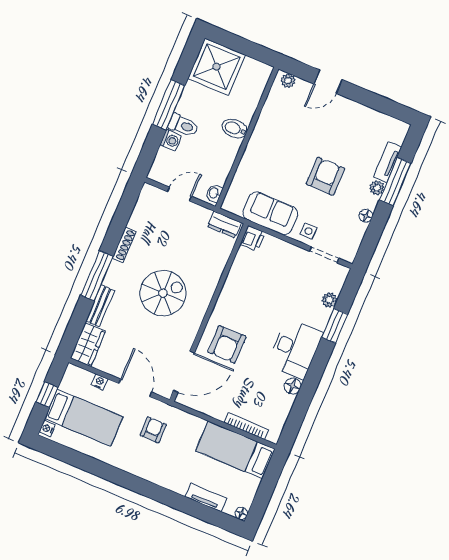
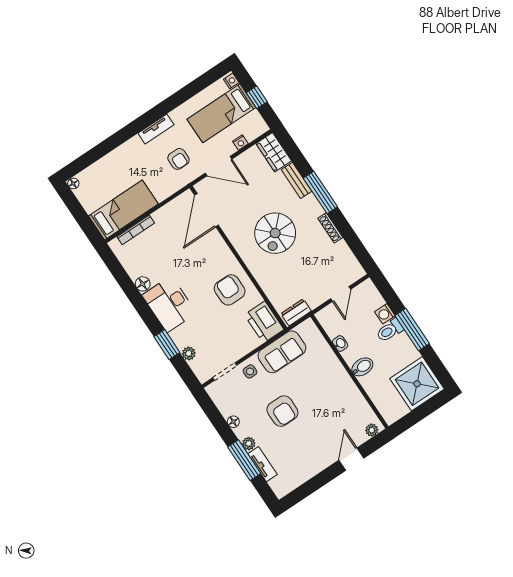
washbasin: (214, 193) -> (340, 344), moved
printer: (253, 238) -> (264, 322), width x1.87, depth x1.48
armchair: (227, 344) -> (230, 290), moved
tv unit: (206, 498) -> (156, 129), moved

